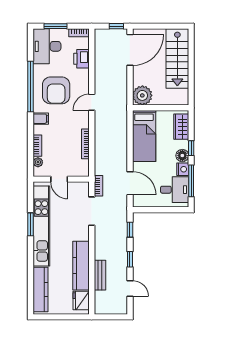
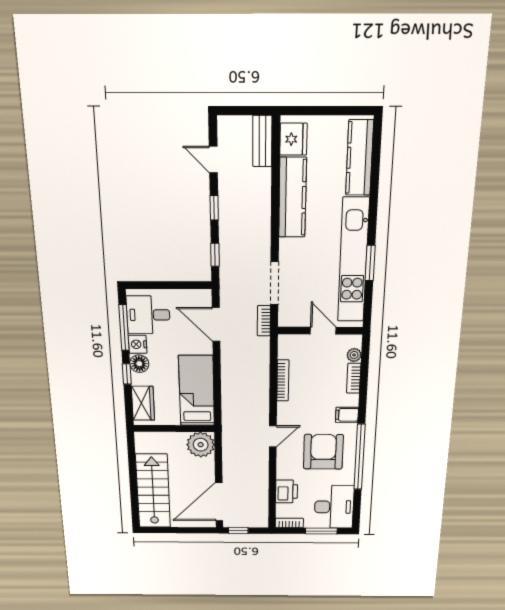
bench: (100, 275) -> (262, 141), moved

